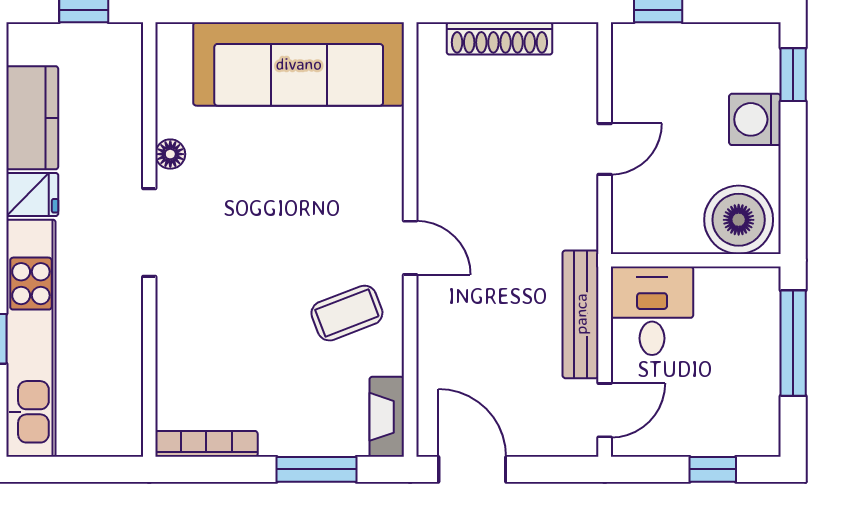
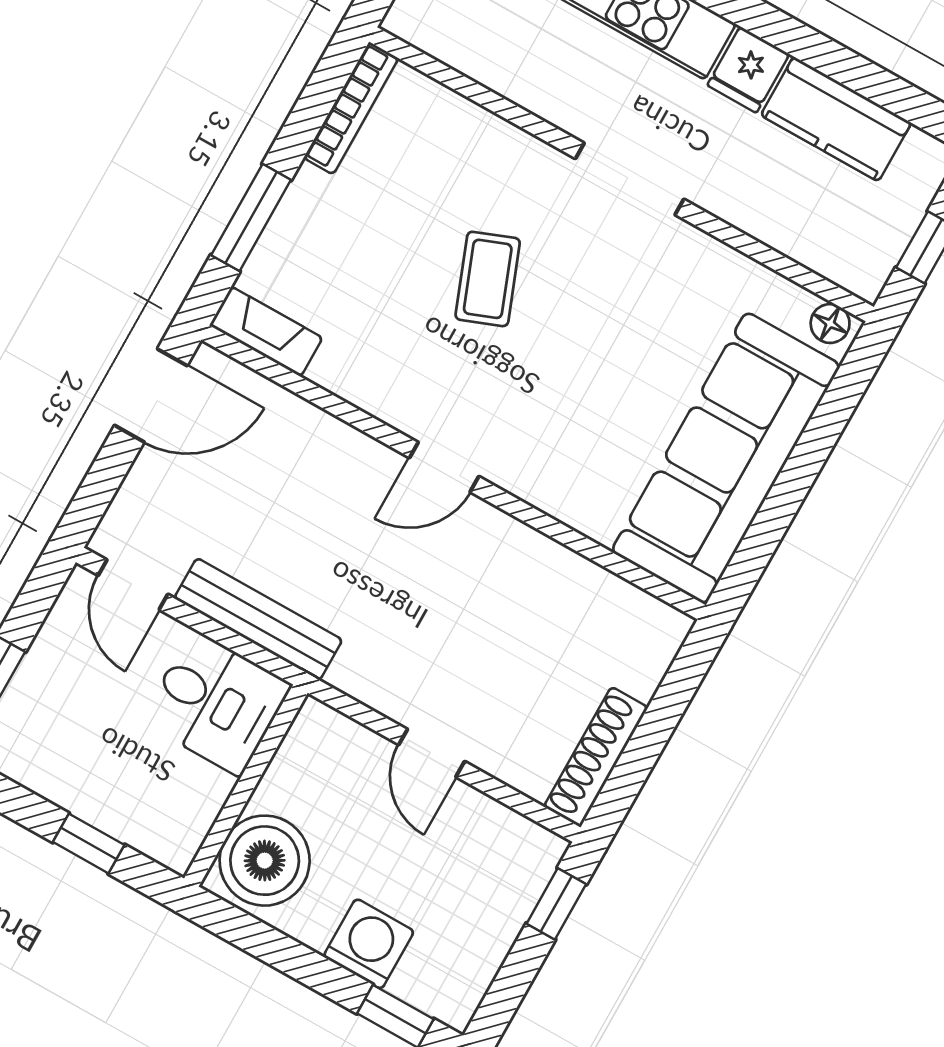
shoe rack: (499, 38) -> (596, 757), moved
floor lamp: (170, 154) -> (830, 323), moved
coffee table: (347, 313) -> (488, 279), moved
window: (793, 343) -> (89, 843), width x0.46

